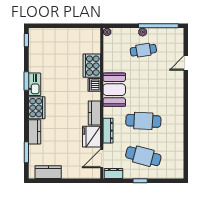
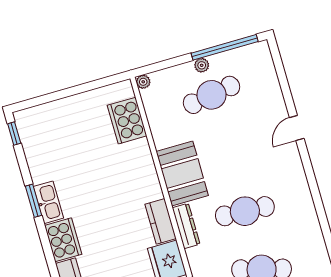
cafe table: (143, 50) -> (212, 95), width x1.37, depth x1.35
door: (186, 63) -> (297, 128), moved
cooker: (92, 66) -> (127, 121), moved
dishwasher: (94, 85) -> (147, 175), removed
dresser: (108, 131) -> (186, 226), moved

